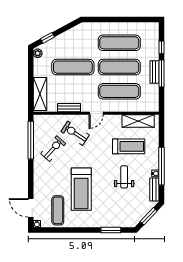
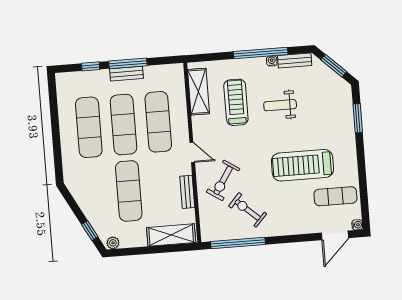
treadmill: (81, 189) -> (302, 165), turned 180

